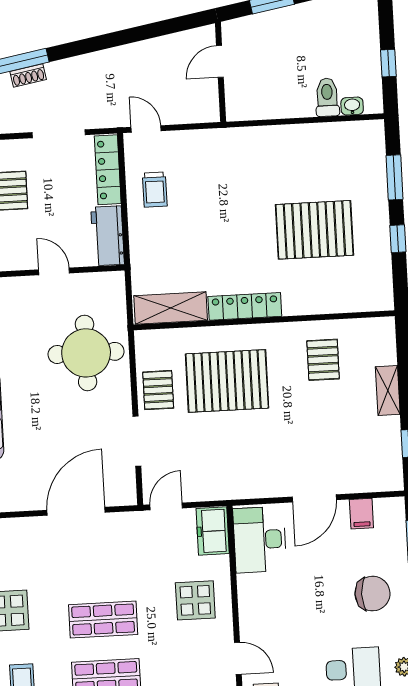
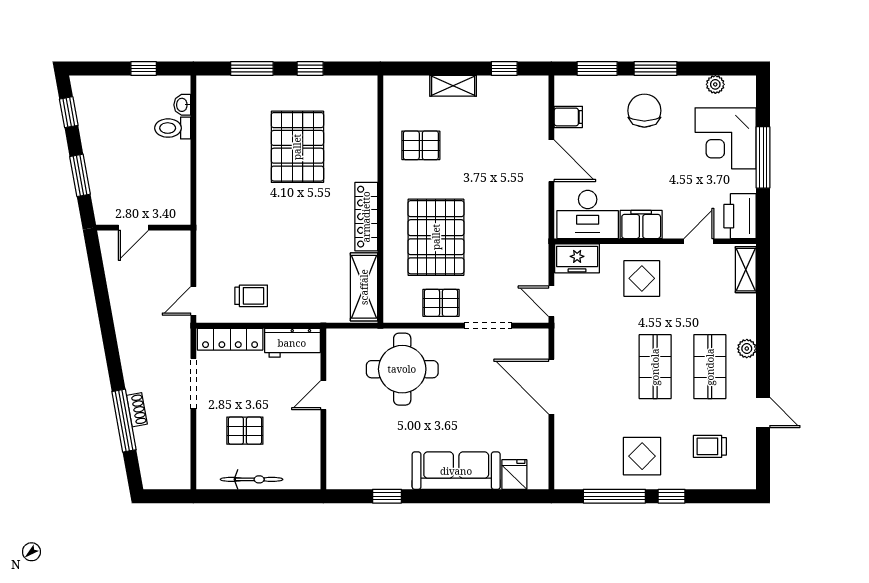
door: (220, 61) -> (133, 228), hinge flipped
filing cabinet: (252, 597) -> (641, 224), added

